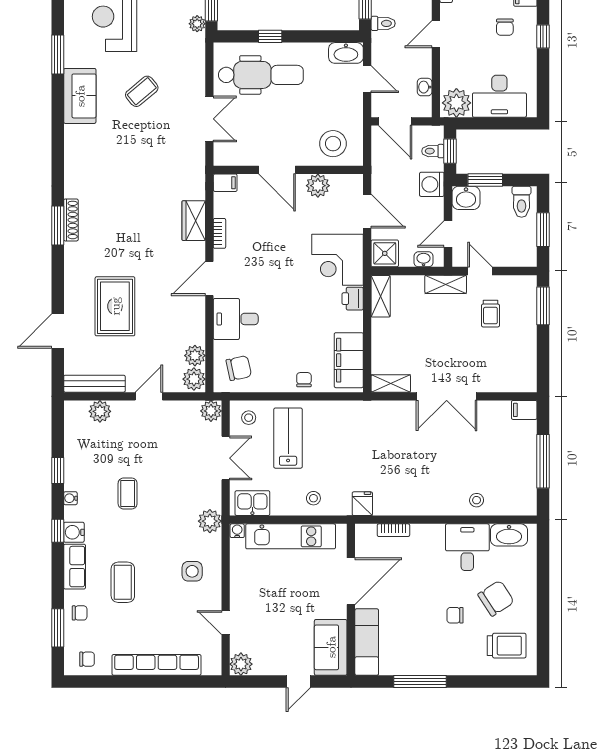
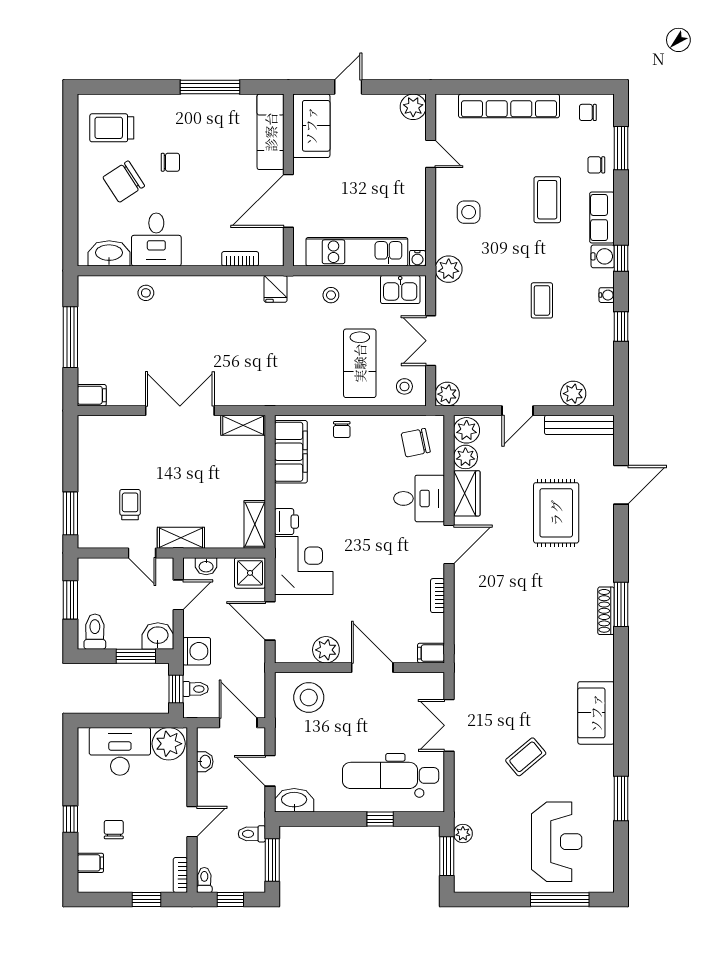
sofa: (80, 96) -> (596, 713), moved
wardrobe: (194, 221) -> (467, 493), moved

